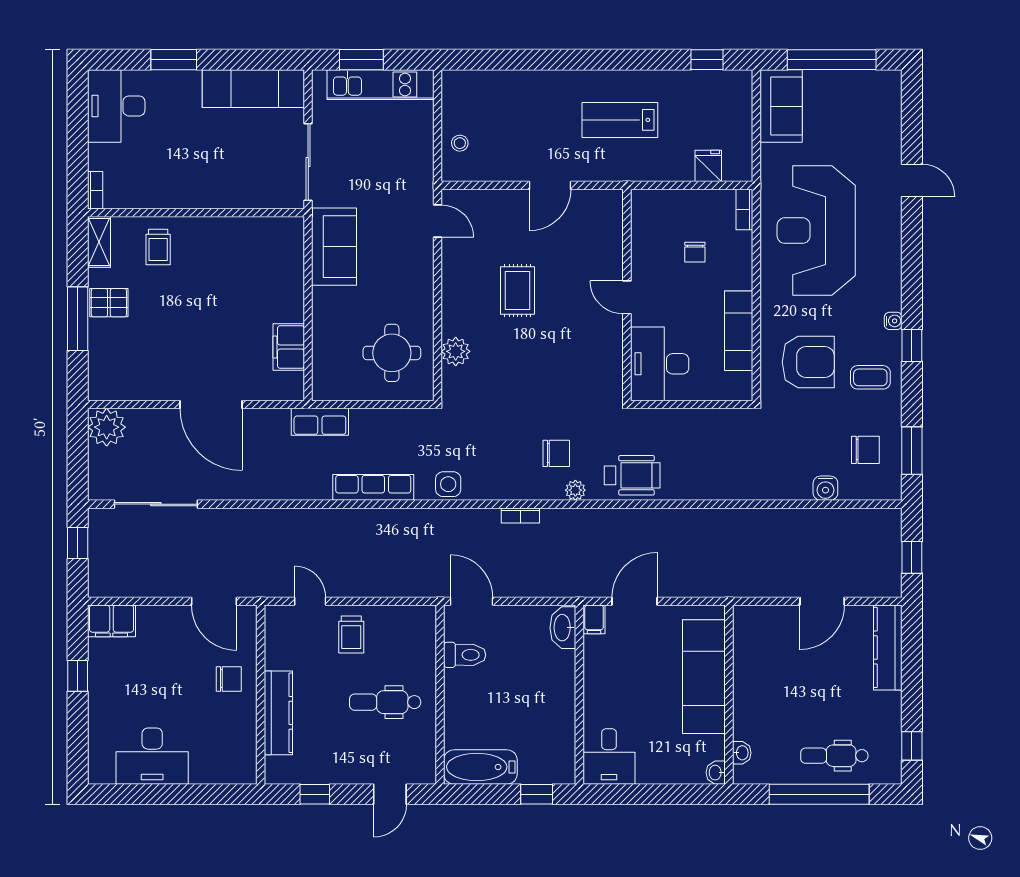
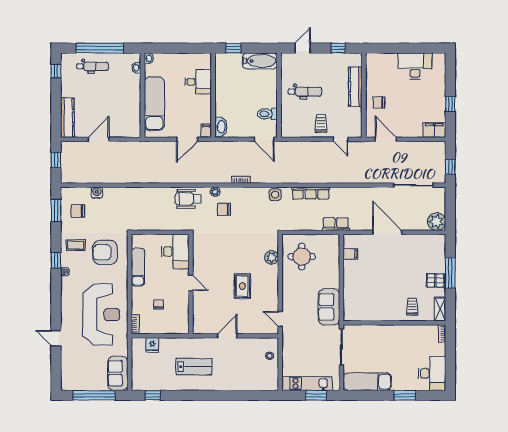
filing cabinet: (289, 347) -> (350, 254), width x0.50
desk: (609, 756) -> (198, 82), moved, turned 90

